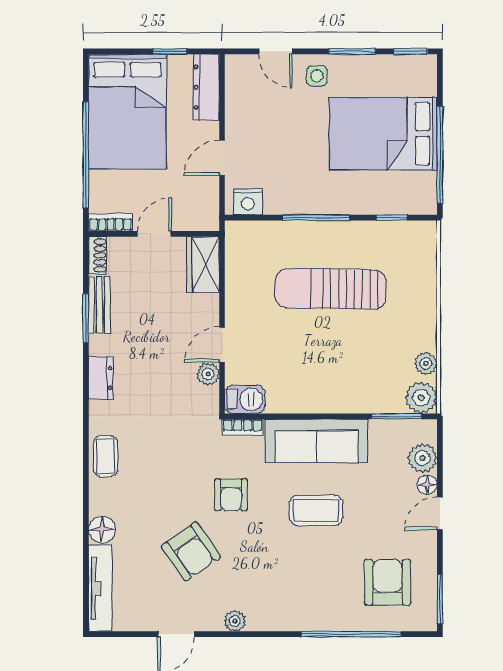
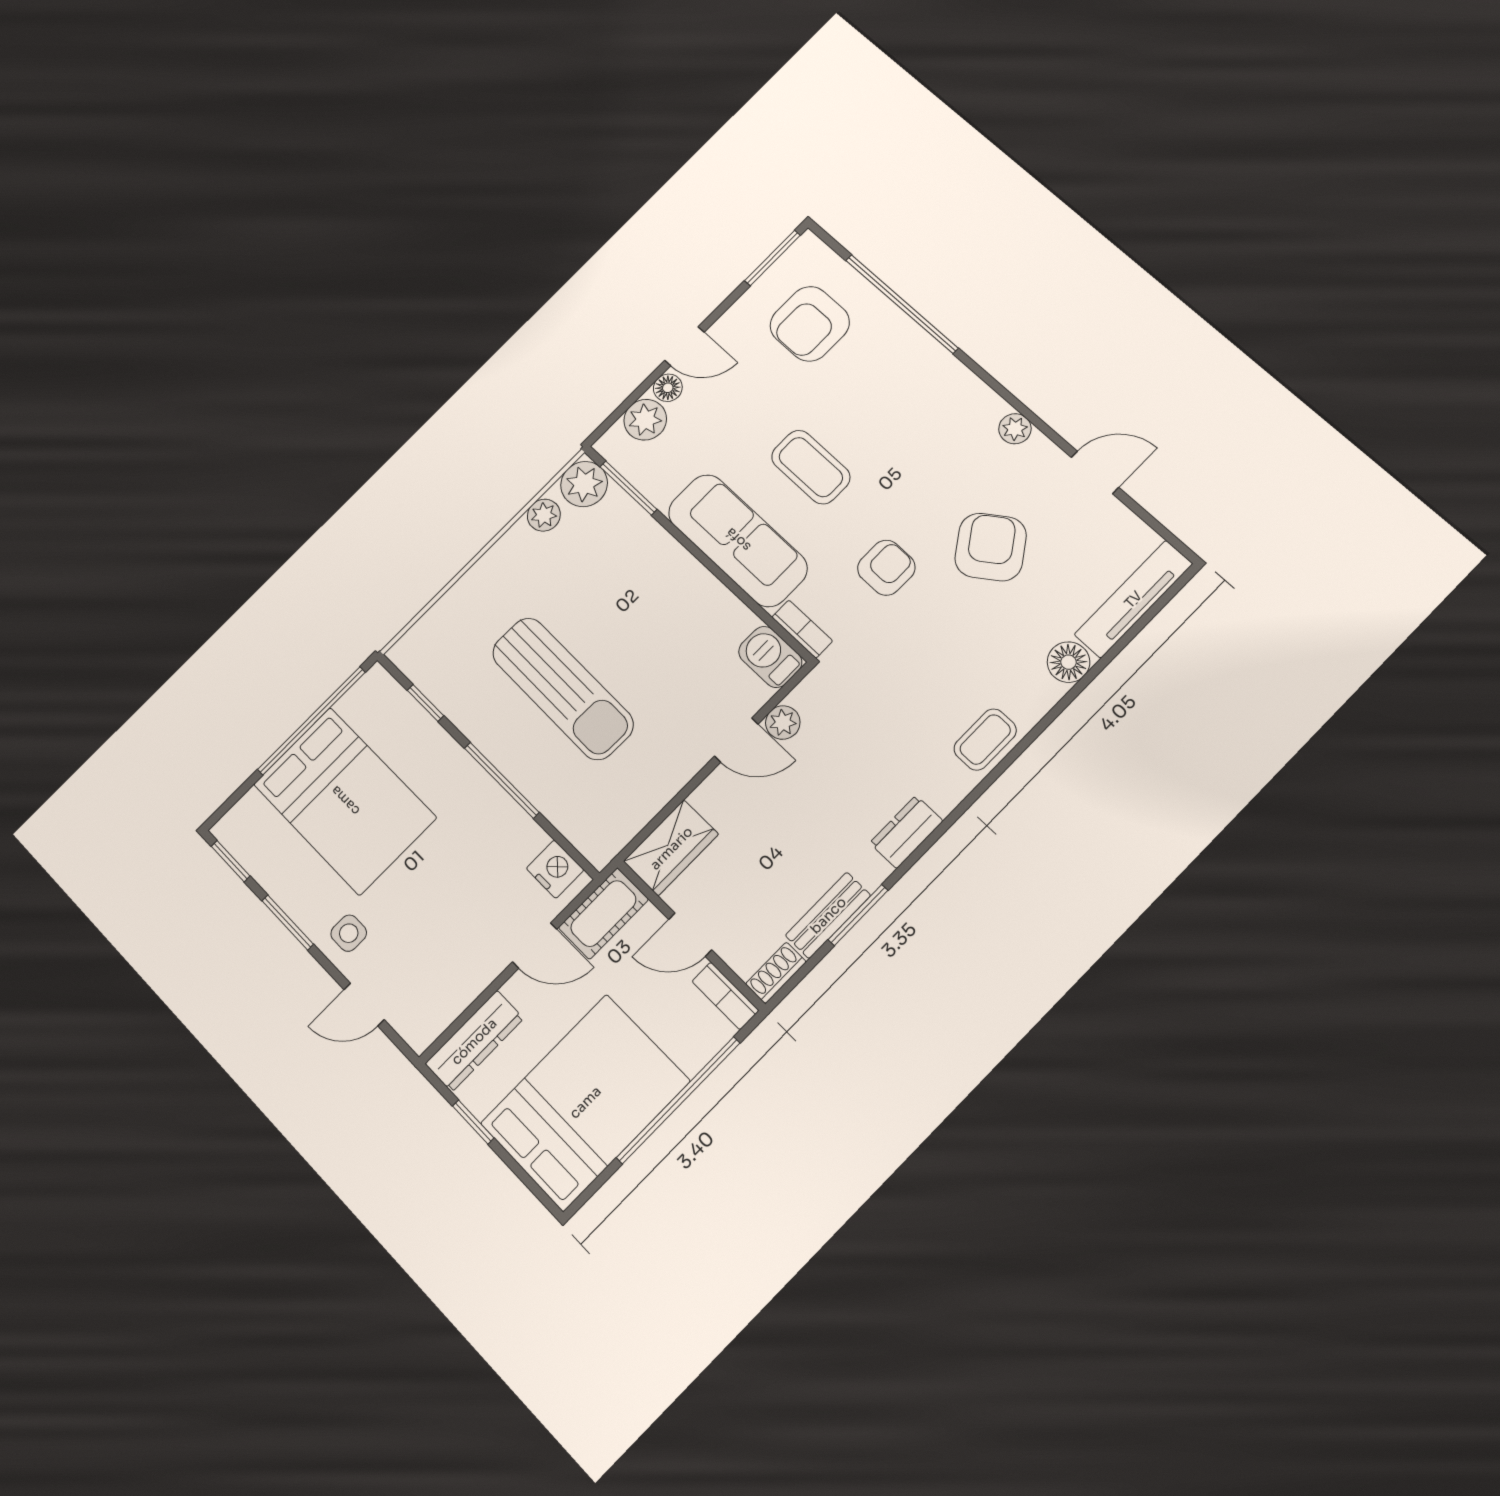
door: (276, 51) -> (364, 1005), swing flipped
cot: (204, 204) -> (603, 914), added

